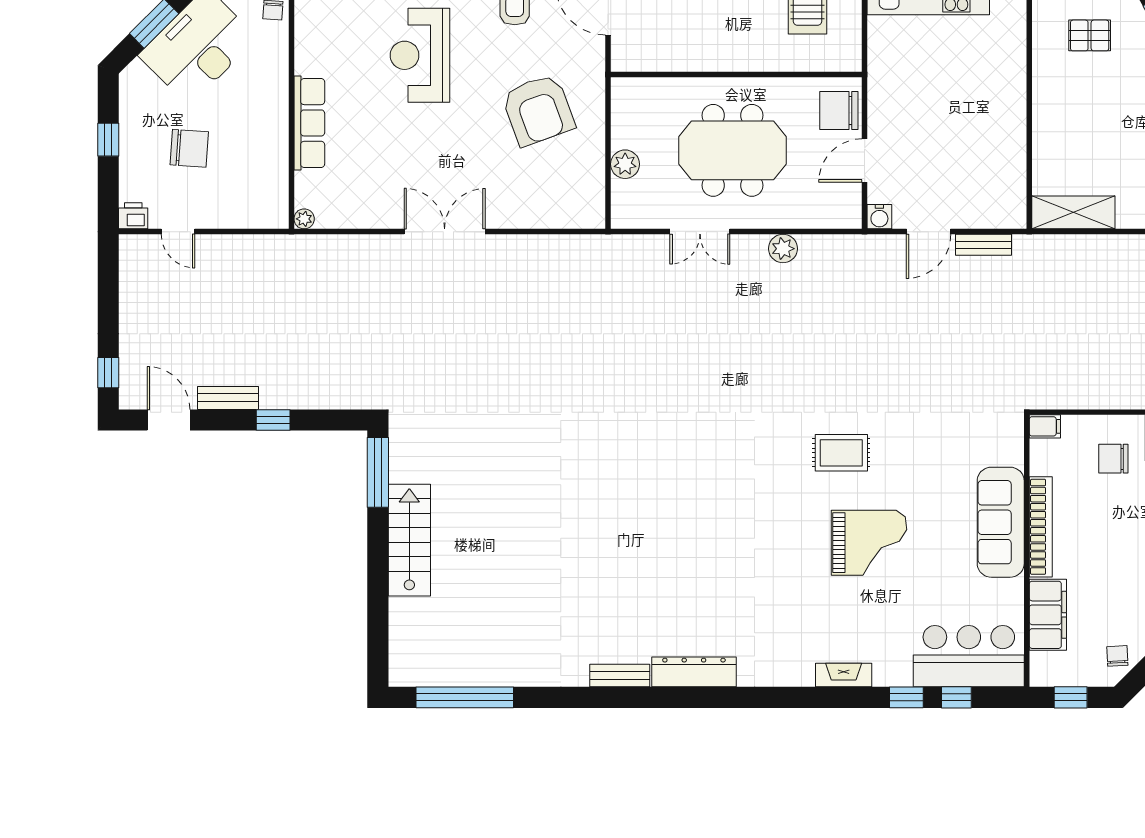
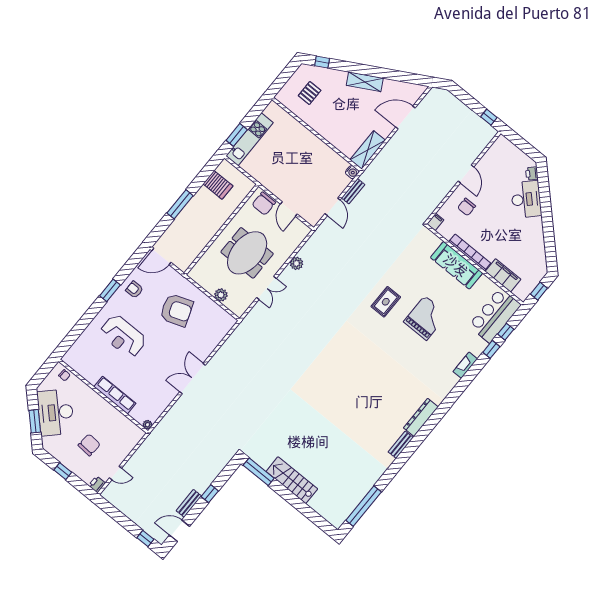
water cooler: (879, 217) -> (352, 172), moved
chair: (1117, 656) -> (538, 263), removed

